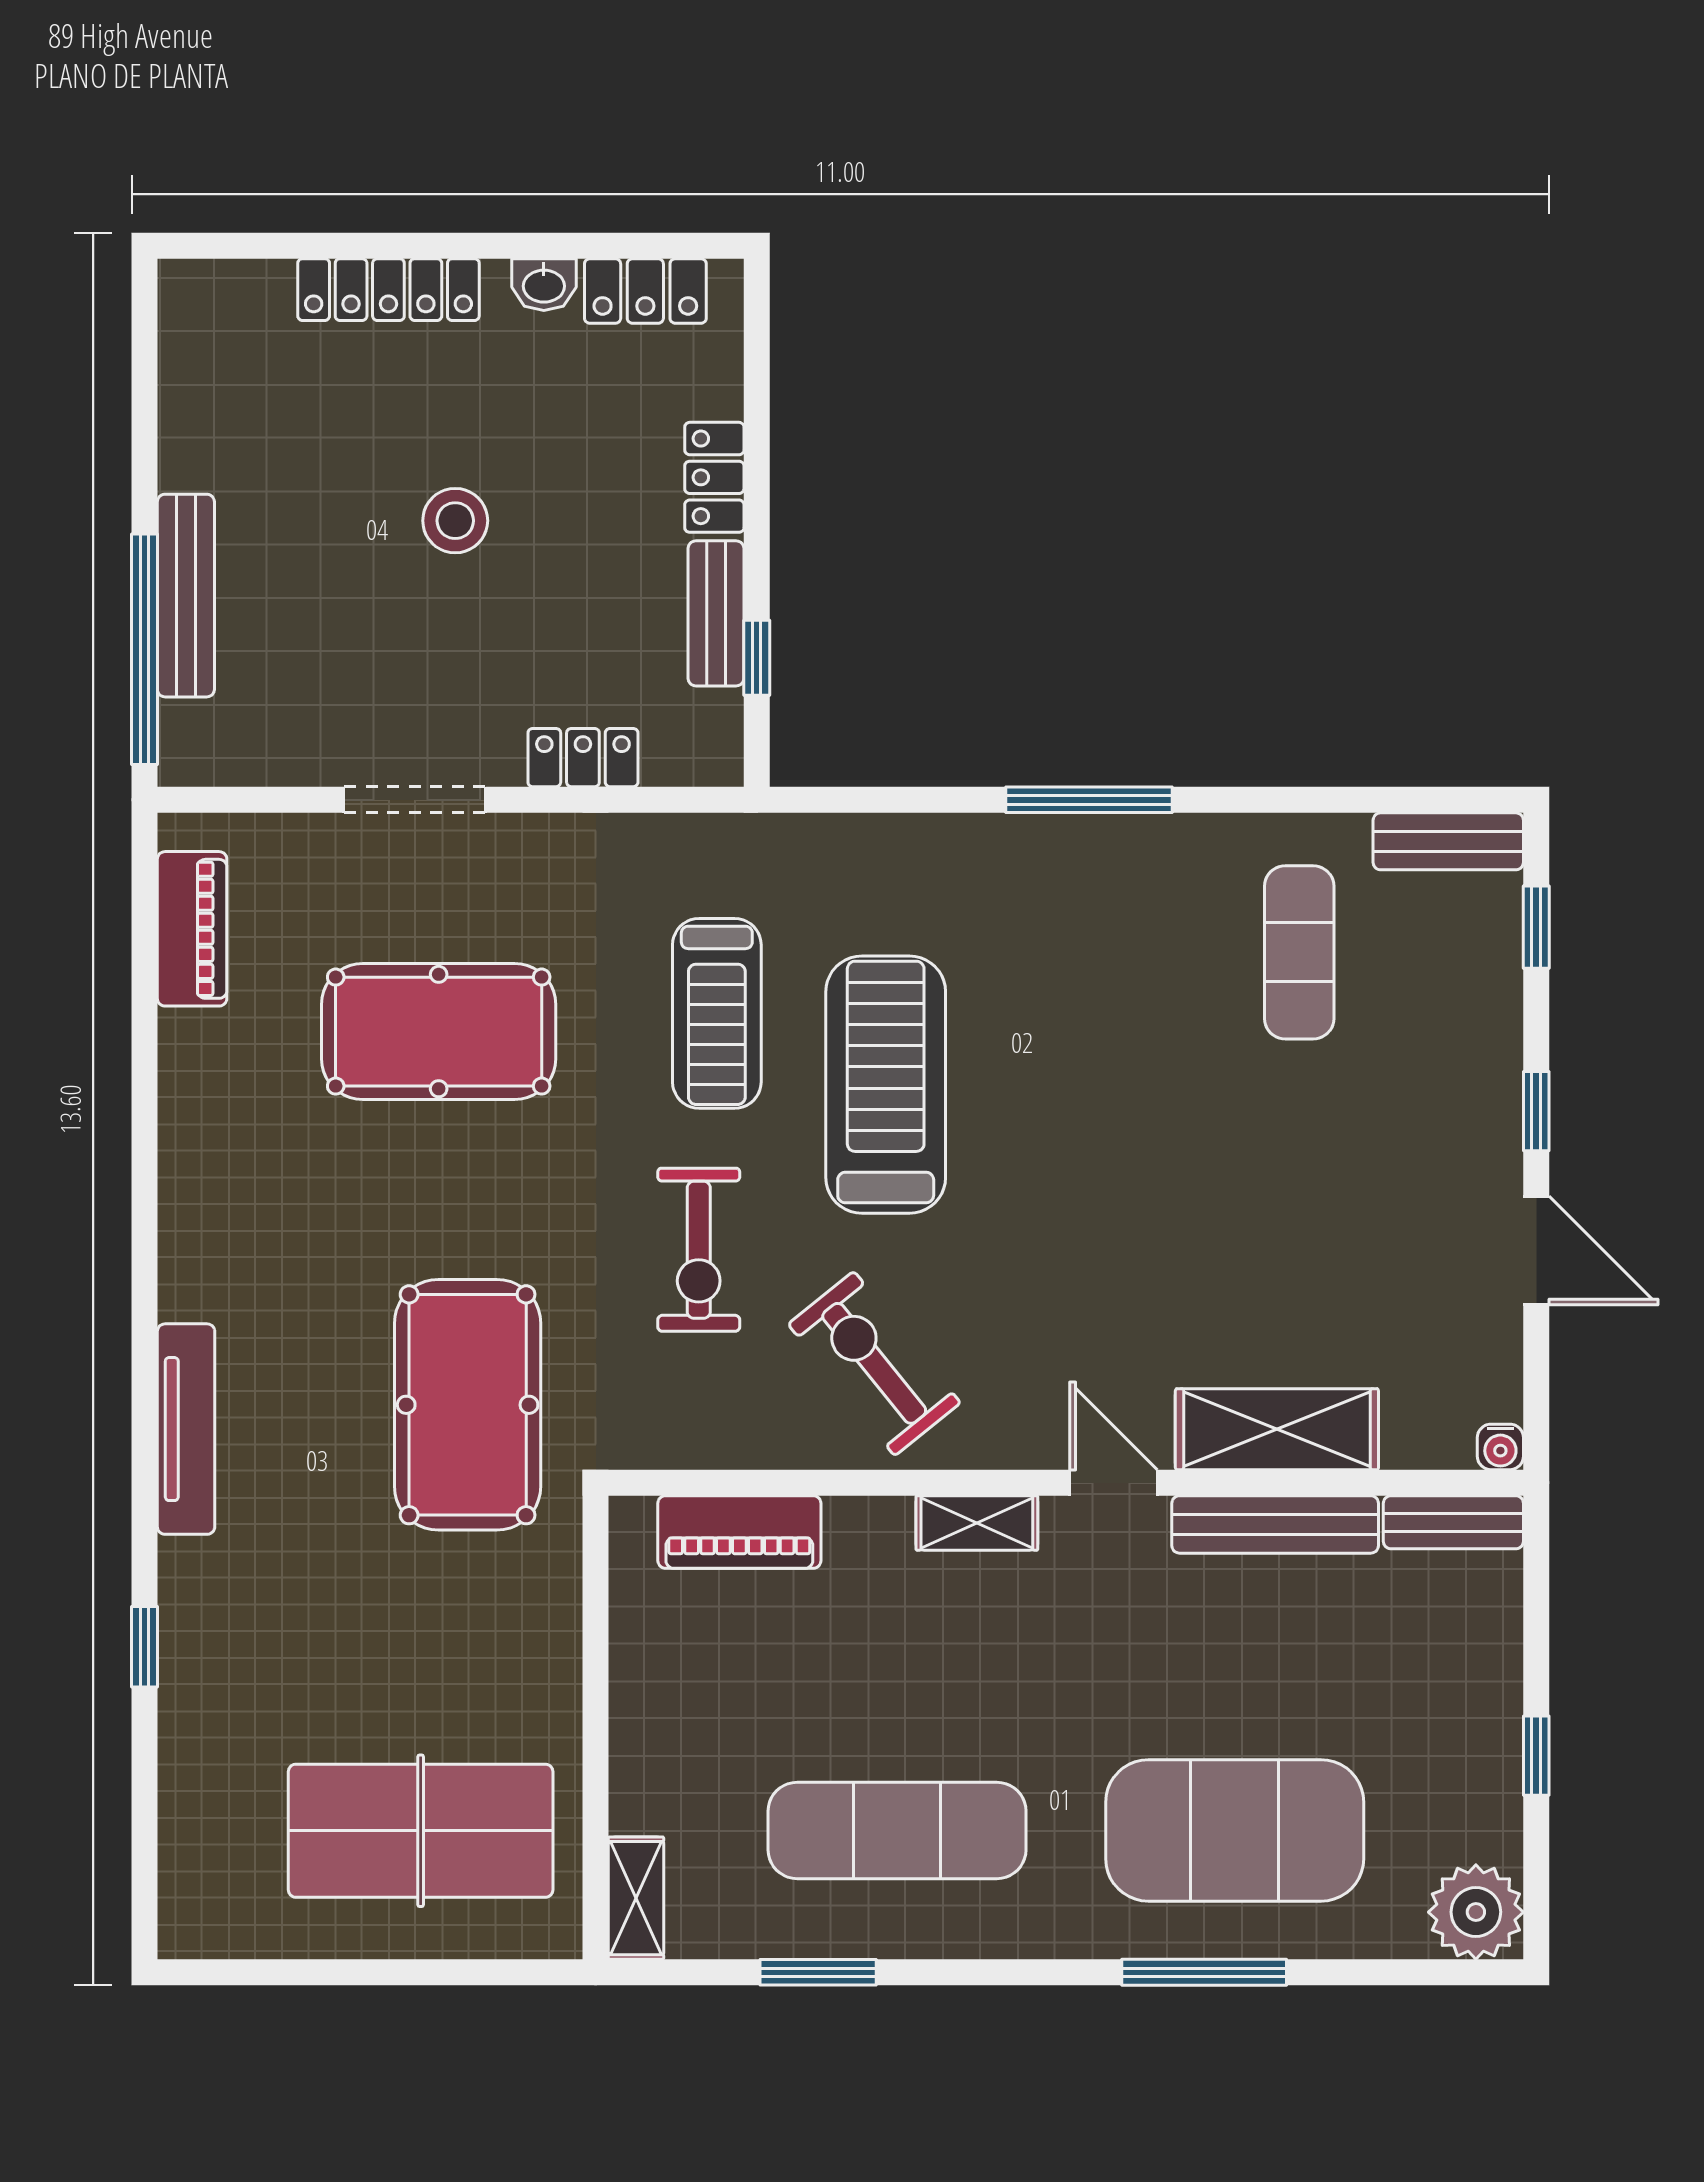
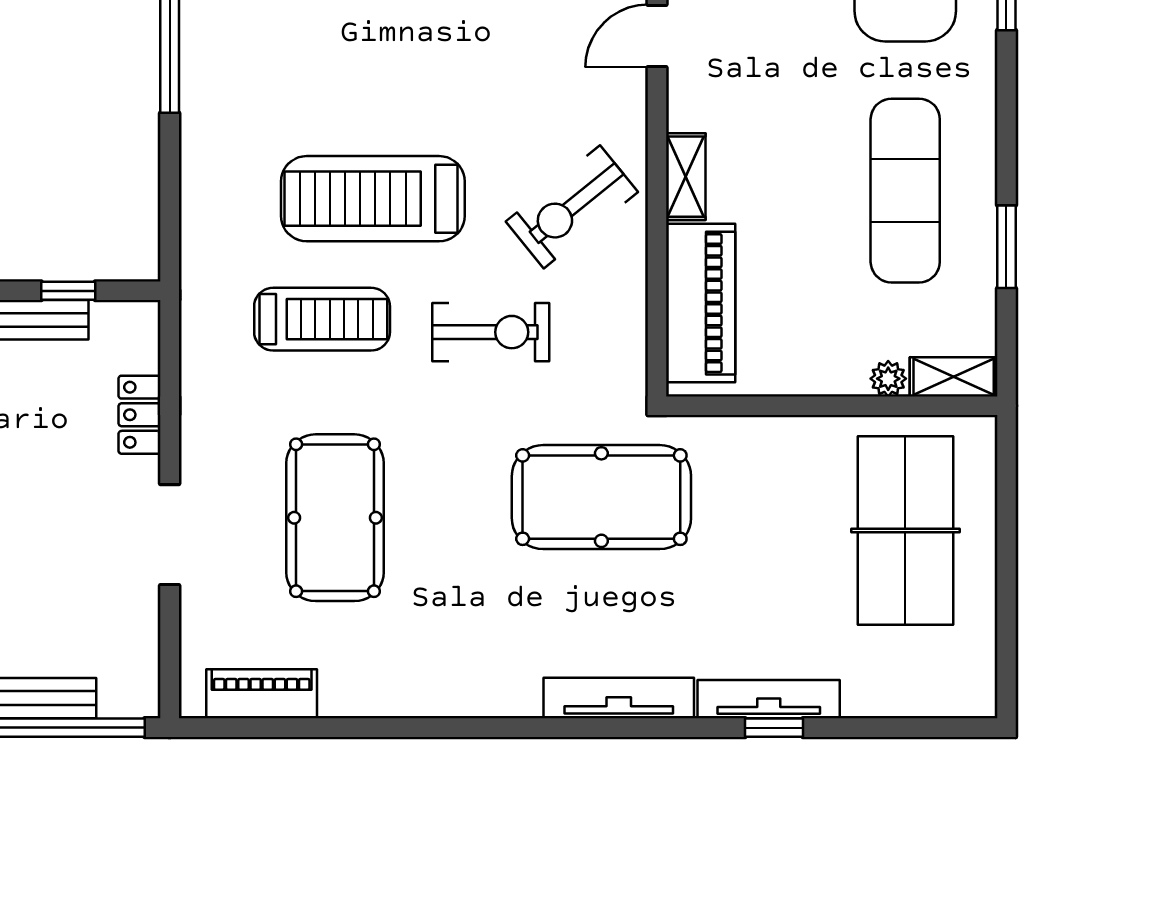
shelving: (977, 1523) -> (686, 177), moved
piano: (739, 1532) -> (701, 303), width x1.37, depth x1.33
tv unit: (184, 1639) -> (769, 699), added
plant: (633, 1807) -> (888, 379), added

